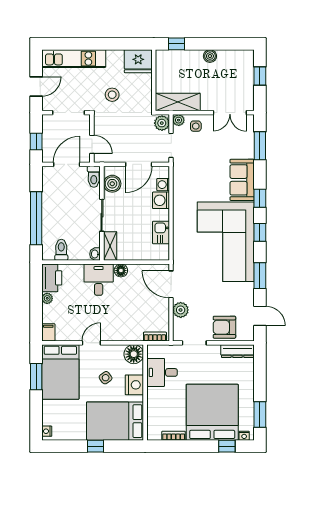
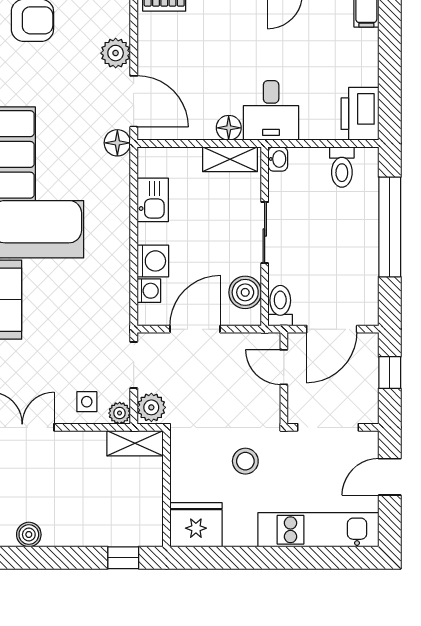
boiler: (210, 56) -> (29, 535), moved
shelving: (178, 102) -> (135, 443), width x0.67, depth x0.75
shelving: (110, 246) -> (230, 159), moved, turned 90
floor lamp: (180, 263) -> (117, 143), added
plant: (47, 298) -> (369, 75), removed

